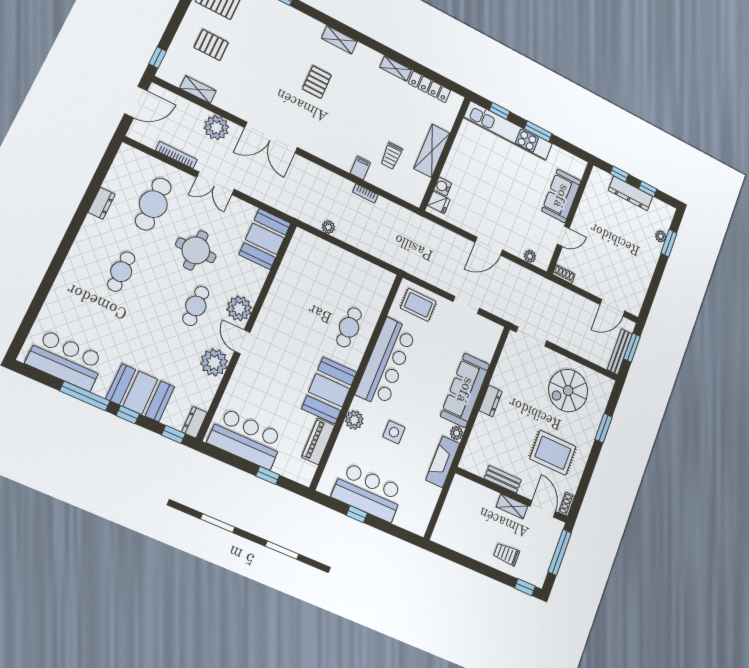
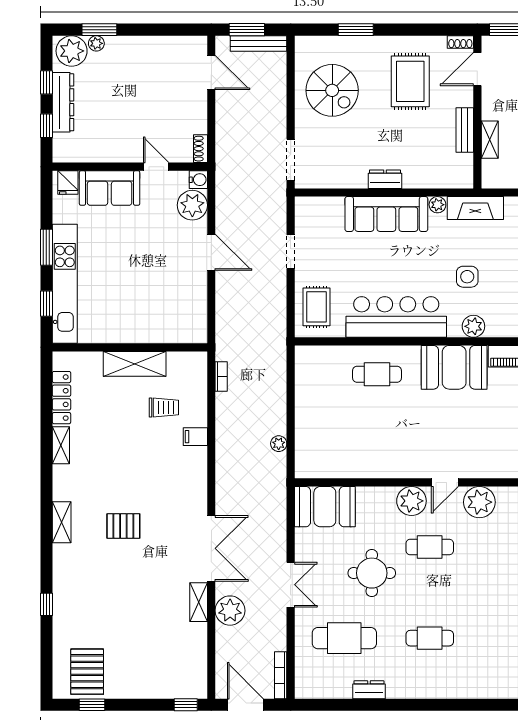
pallet: (211, 45) -> (142, 656), removed
shelving: (198, 90) -> (199, 602), moved
bookcase: (176, 155) -> (281, 675), moved
water cooler: (443, 186) -> (198, 180), moved, turned -90
bookcase: (365, 193) -> (221, 376), moved
fridge: (439, 202) -> (68, 183), moved, turned 180
plant: (662, 217) -> (72, 51), added
plant: (530, 256) -> (192, 205), width x1.88, depth x1.88
shelving: (512, 506) -> (490, 140), moved

